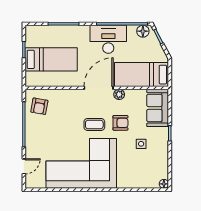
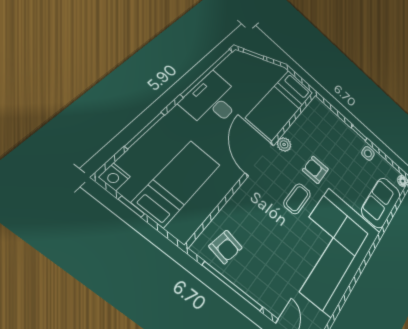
nightstand: (31, 31) -> (114, 177), added
floor lamp: (143, 31) -> (235, 62), removed
sofa: (158, 108) -> (381, 203), moved, turned 90
armchair: (120, 123) -> (315, 170), turned -90
side table: (141, 144) -> (368, 153), moved

